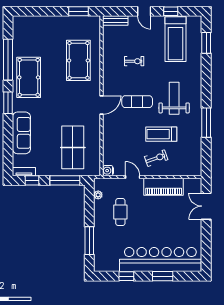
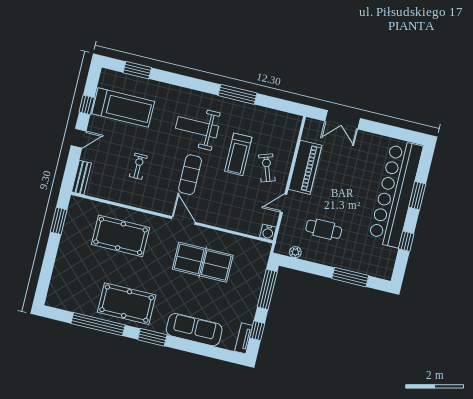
table tennis table: (73, 147) -> (203, 262), moved

